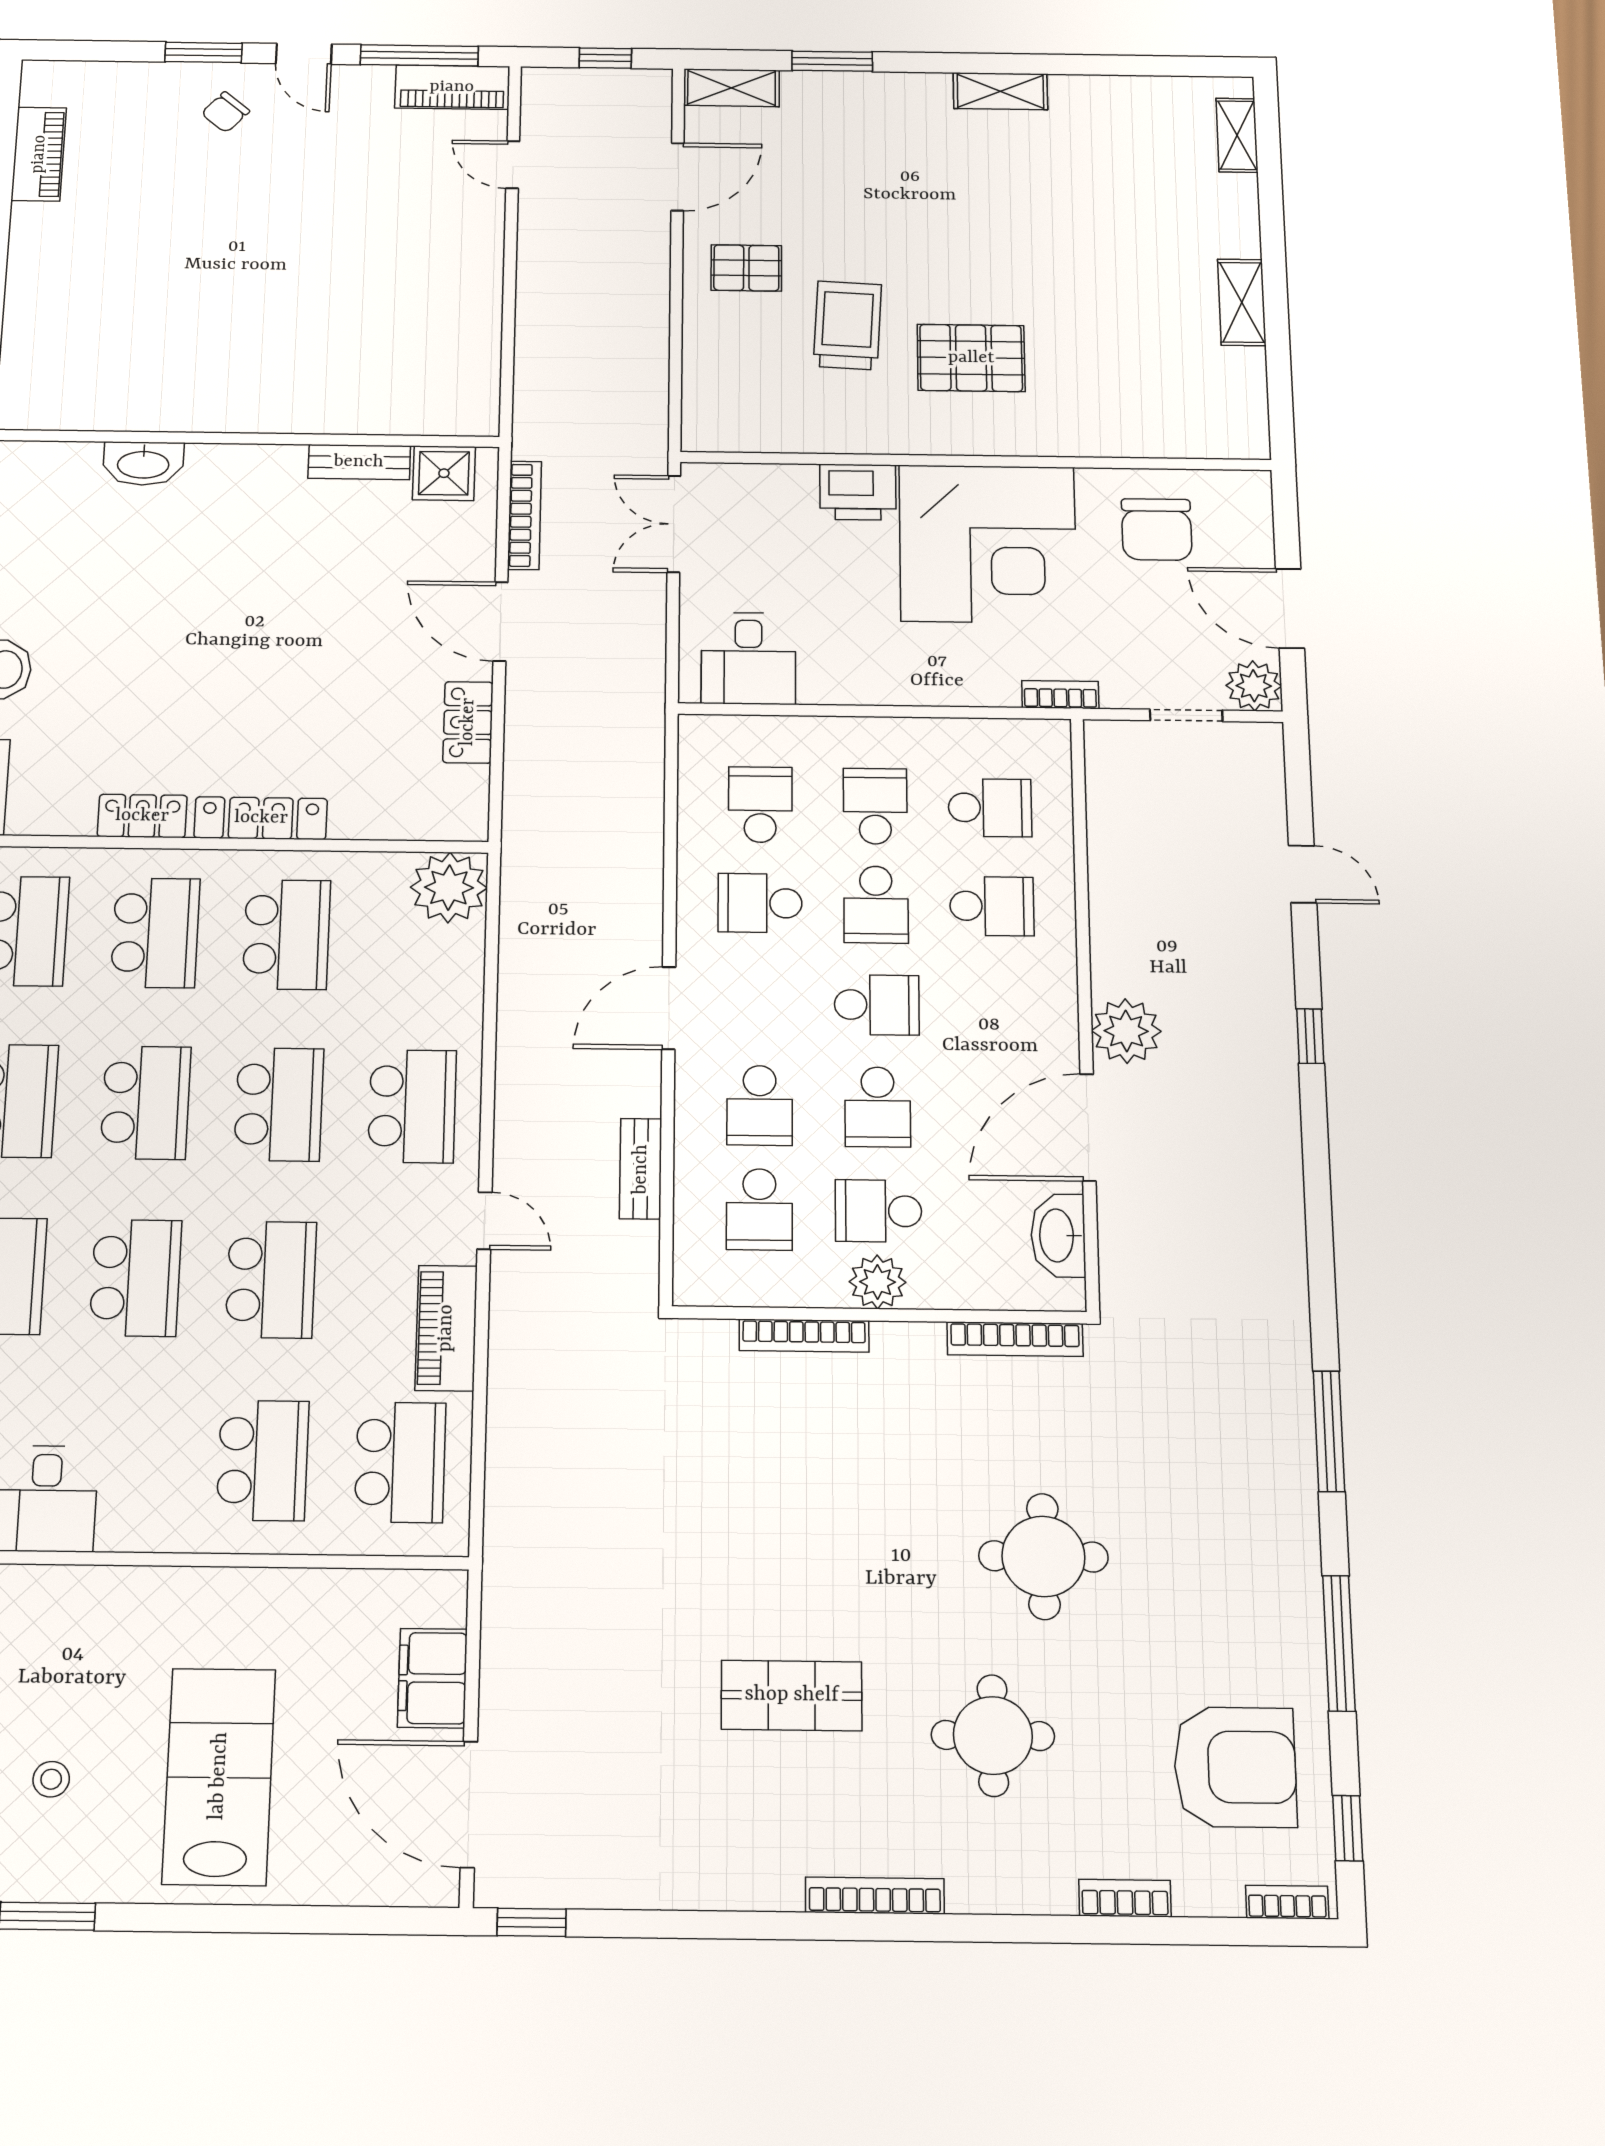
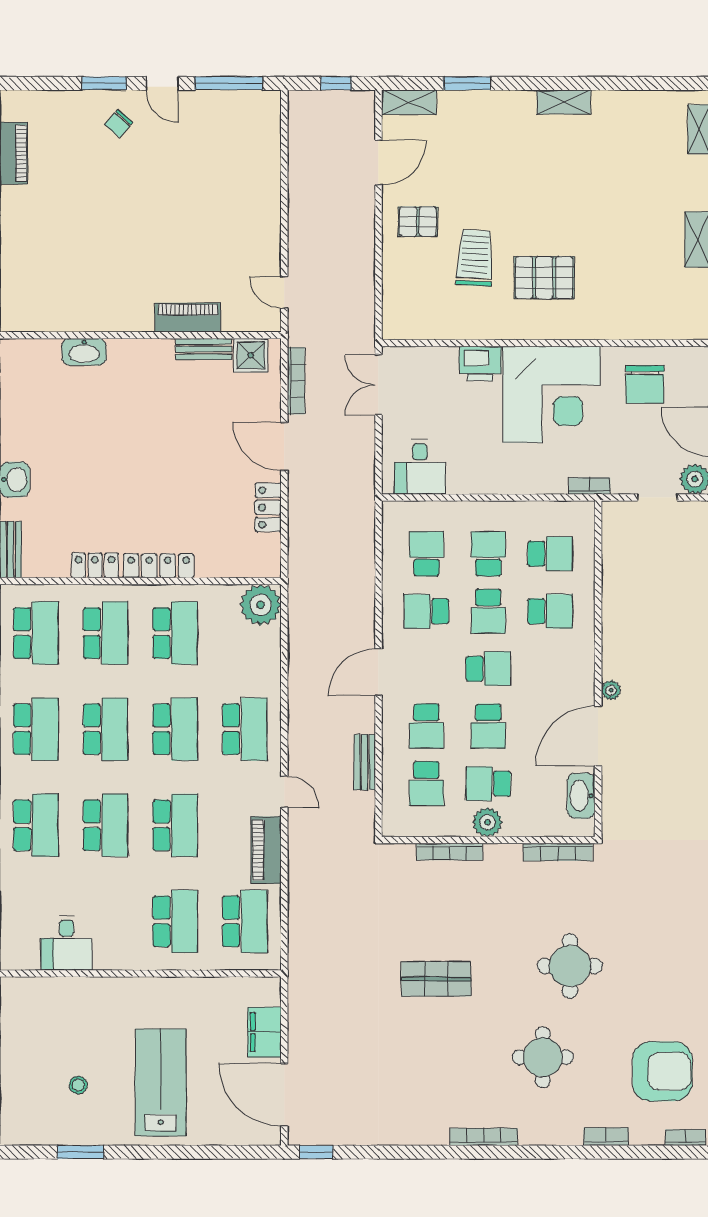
piano: (452, 87) -> (188, 317), moved, turned 180
door: (513, 165) -> (284, 292), moved
plant: (1126, 1031) -> (611, 690), width x0.53, depth x0.53
shop shelf: (792, 1695) -> (436, 979), moved

